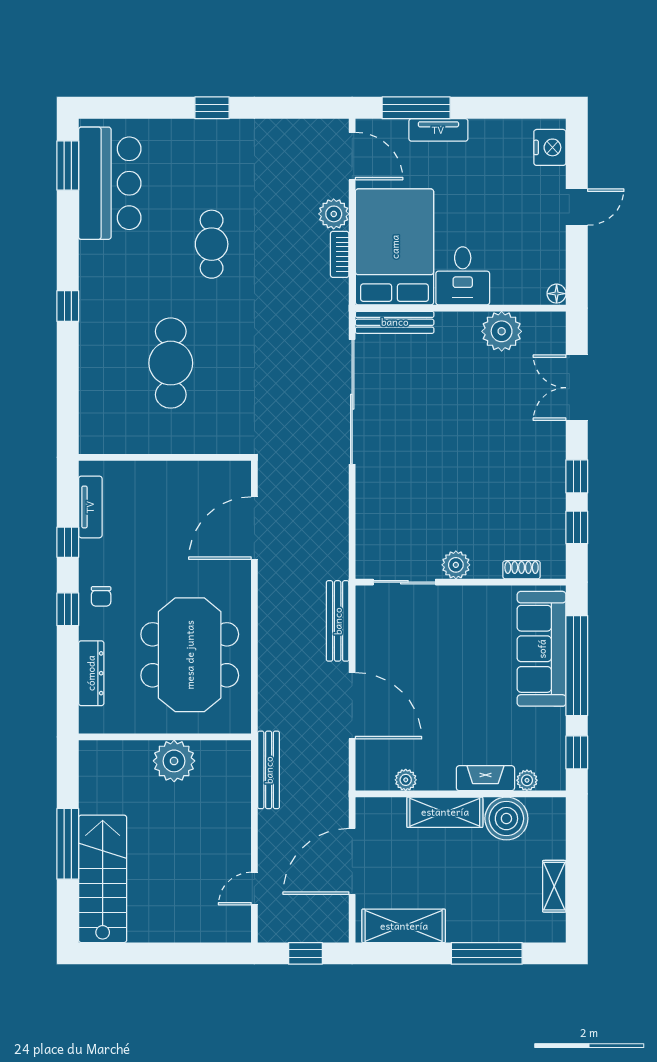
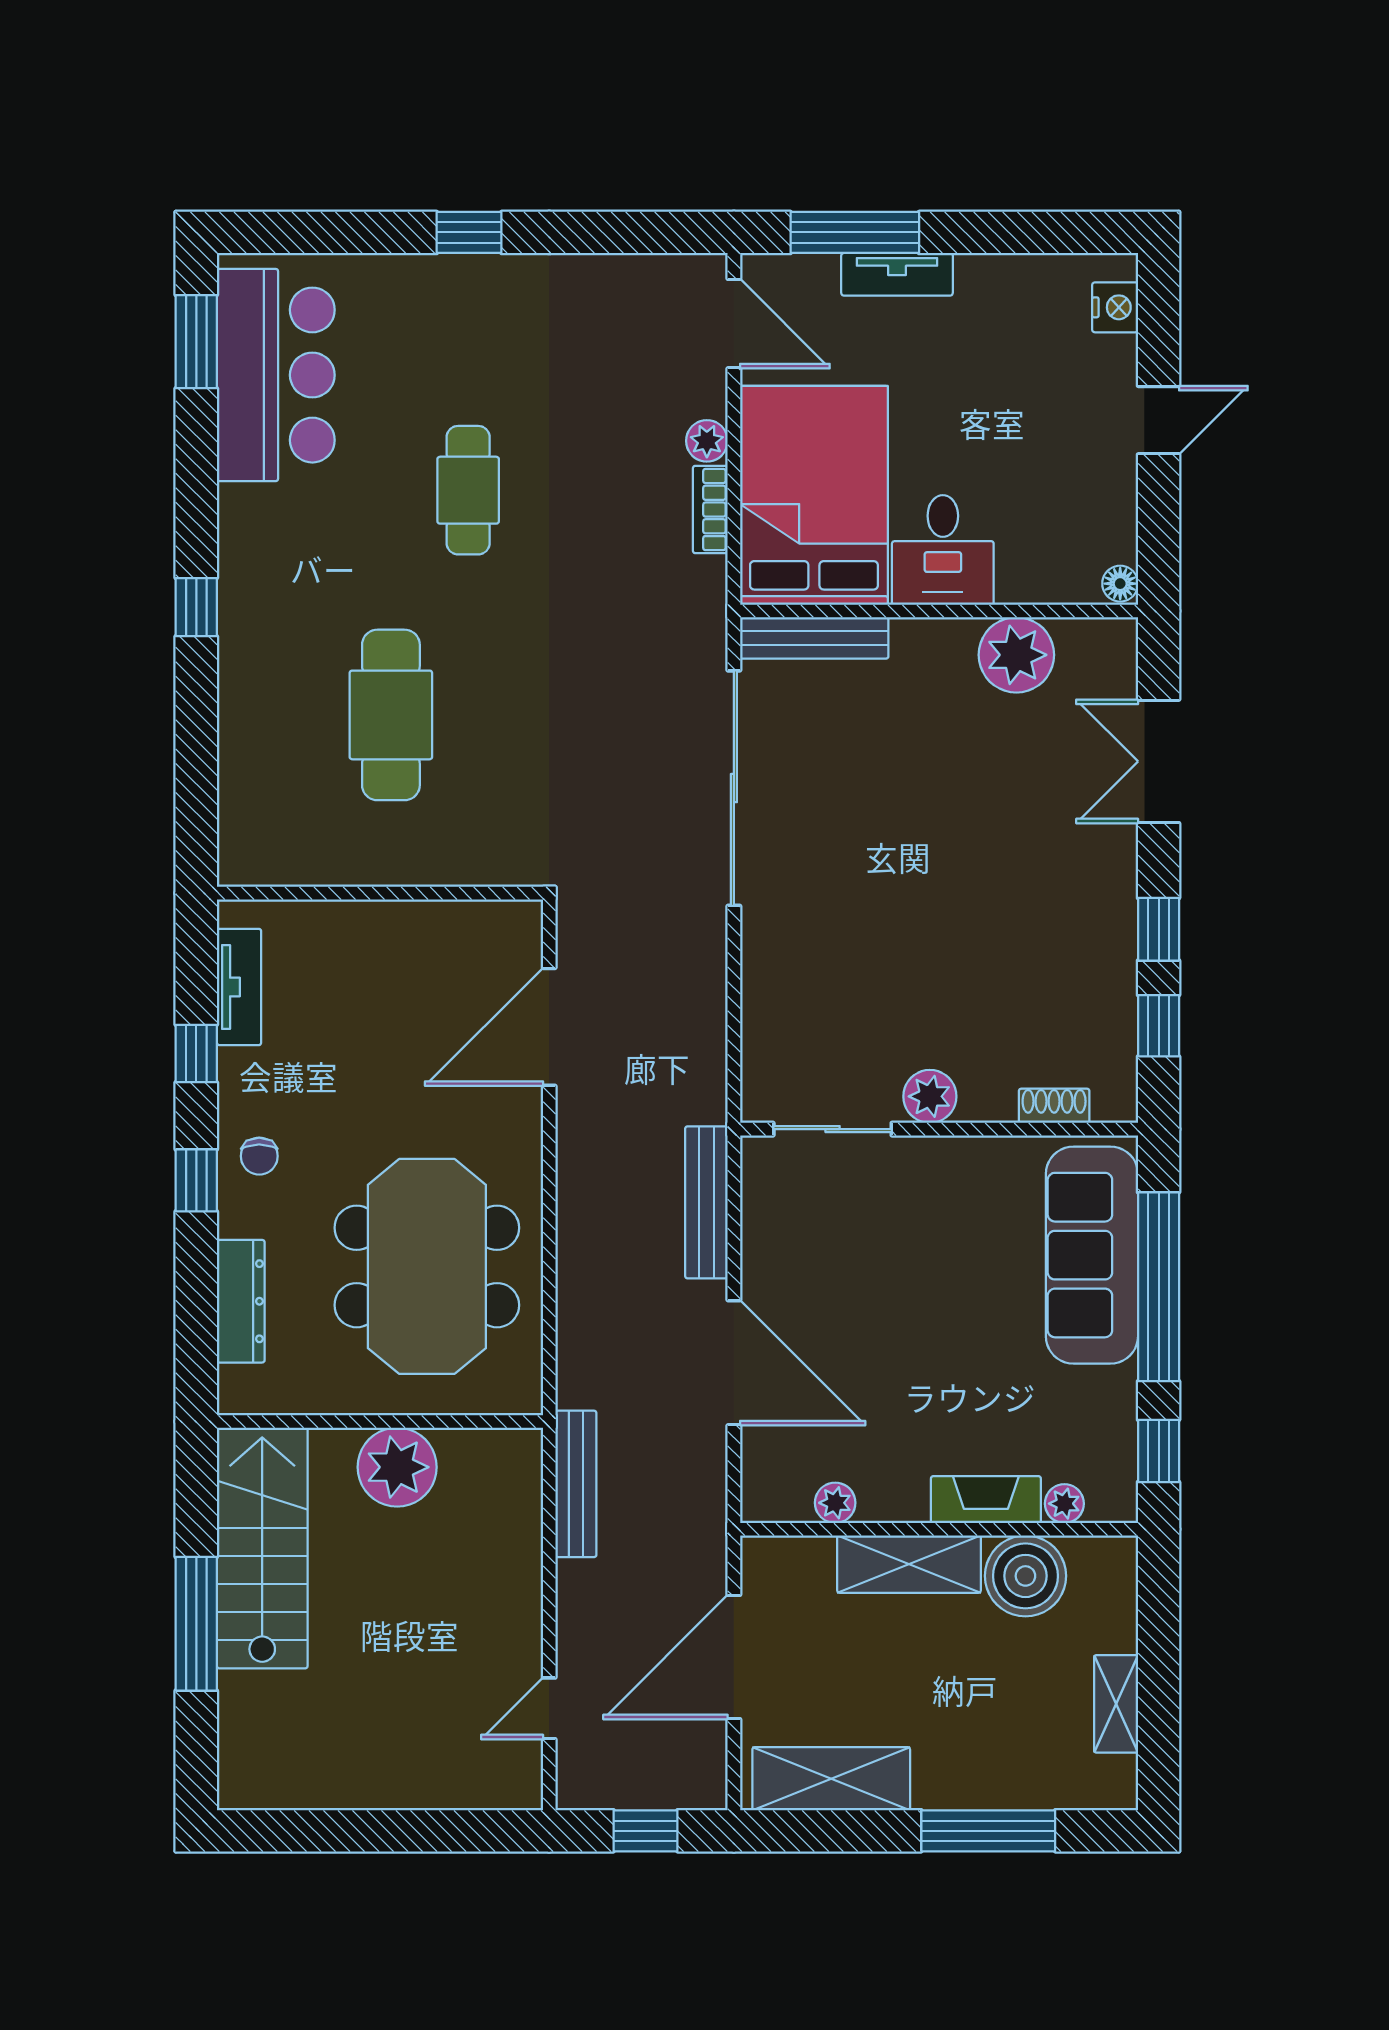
nightstand: (550, 147) -> (1115, 307), width x0.74, depth x0.75
plant: (334, 214) -> (707, 441), width x0.73, depth x0.73
stairs: (103, 879) -> (262, 1548), moved

